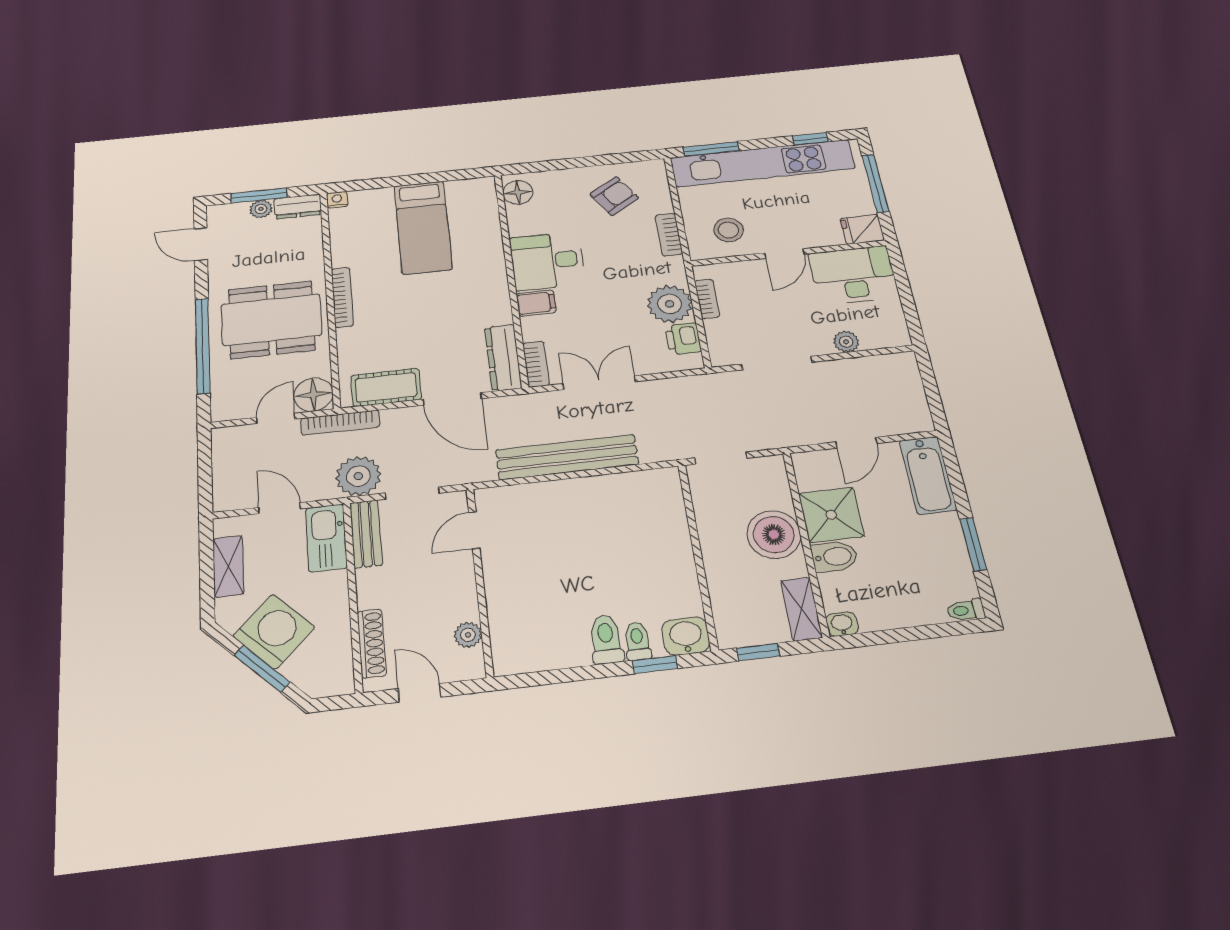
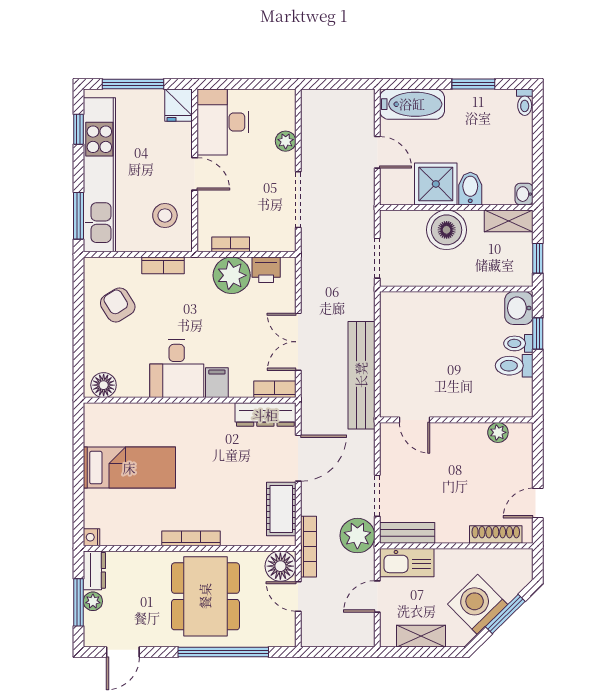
door: (474, 530) -> (414, 420), moved
wall: (480, 581) -> (456, 420), moved
plant: (468, 635) -> (498, 432), moved

